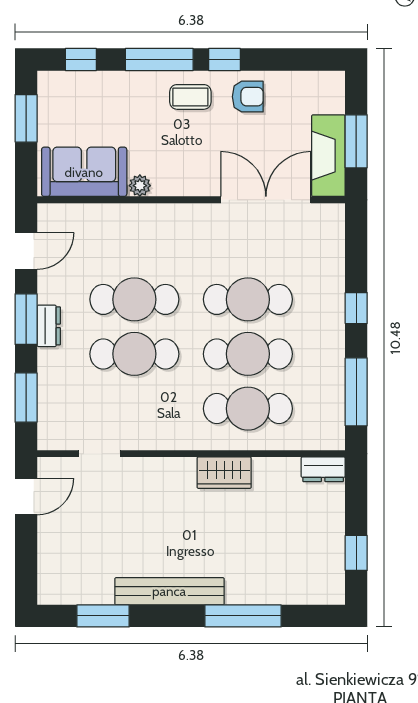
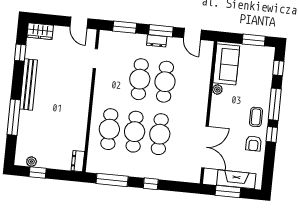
fireplace: (328, 156) -> (236, 179), moved
wardrobe: (224, 473) -> (40, 31), moved, turned -90
plant: (334, 568) -> (31, 162), added
window: (103, 616) -> (20, 53), width x0.67

